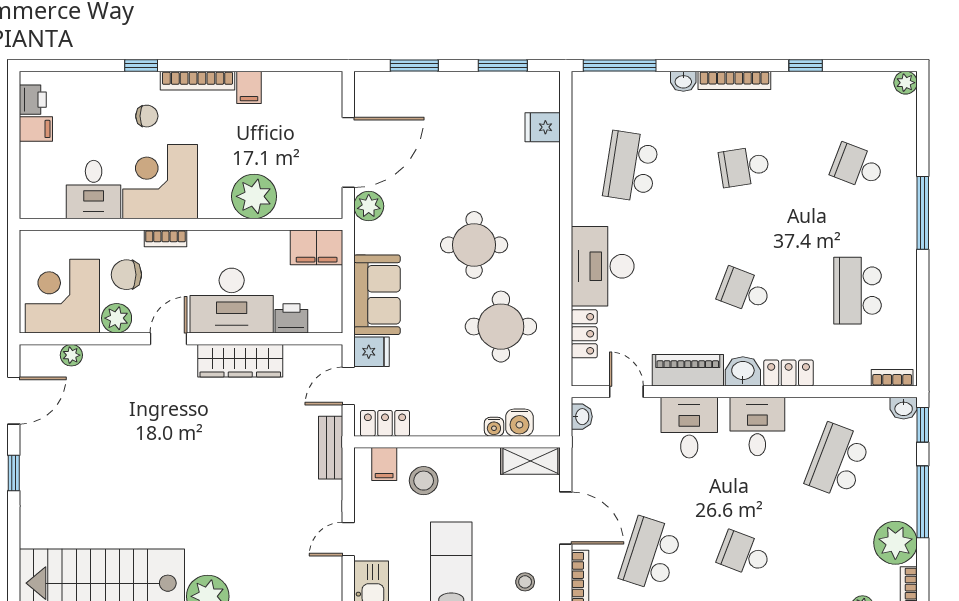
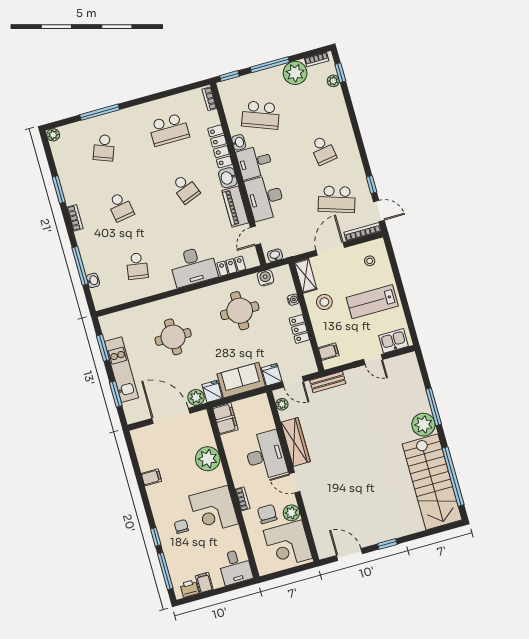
window: (76, 65) -> (165, 571), added
window: (620, 65) -> (80, 266), moved
window: (806, 65) -> (59, 190), width x1.50
bookcase: (734, 80) -> (75, 218), width x0.64
bookcase: (198, 81) -> (155, 505), removed
washbasin: (683, 81) -> (93, 280), moved
kitchen unit: (455, 88) -> (121, 370), added
fridge: (543, 127) -> (212, 391), moved, turned 180
school desk: (631, 167) -> (137, 266), width x0.54
desk: (94, 190) -> (235, 567), moved, turned 90
window: (923, 213) -> (100, 112), moved
round table: (474, 245) -> (173, 337), moved
chair: (126, 275) -> (267, 514), turned 180
school desk: (744, 291) -> (185, 189), turned -42
printer: (291, 318) -> (266, 421), removed
plant: (71, 355) -> (282, 404), moved
locker: (789, 373) -> (220, 146), width x1.53
washbasin: (904, 408) -> (239, 142), moved
locker: (385, 423) -> (299, 329), moved
water cooler: (519, 423) -> (265, 278), moved, turned -90
desk: (689, 428) -> (265, 198), width x1.37
stool: (424, 481) -> (324, 302), moved
school desk: (744, 554) -> (323, 150), turned -30

